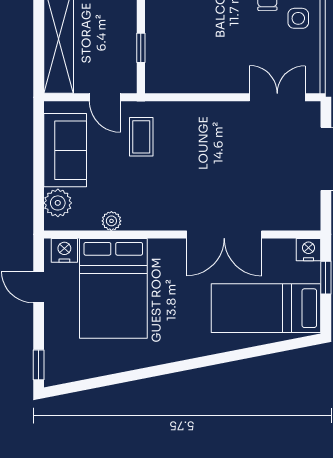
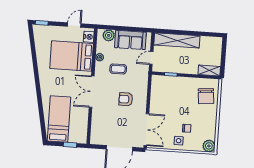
double door: (277, 97) -> (146, 130), width x1.37
coffee table: (141, 137) -> (118, 69), moved
armchair: (208, 152) -> (126, 99), added
double door: (224, 234) -> (92, 92), moved
nightstand: (308, 250) -> (82, 138), removed

